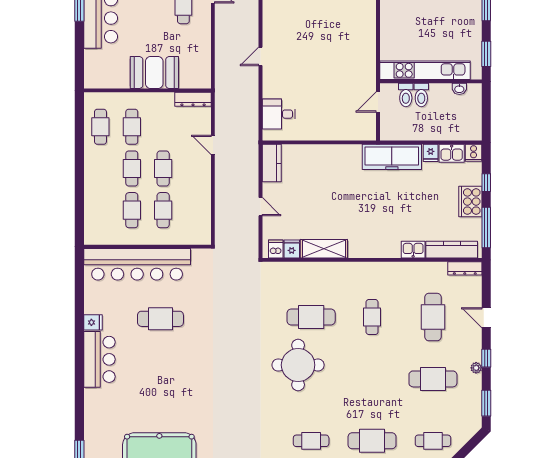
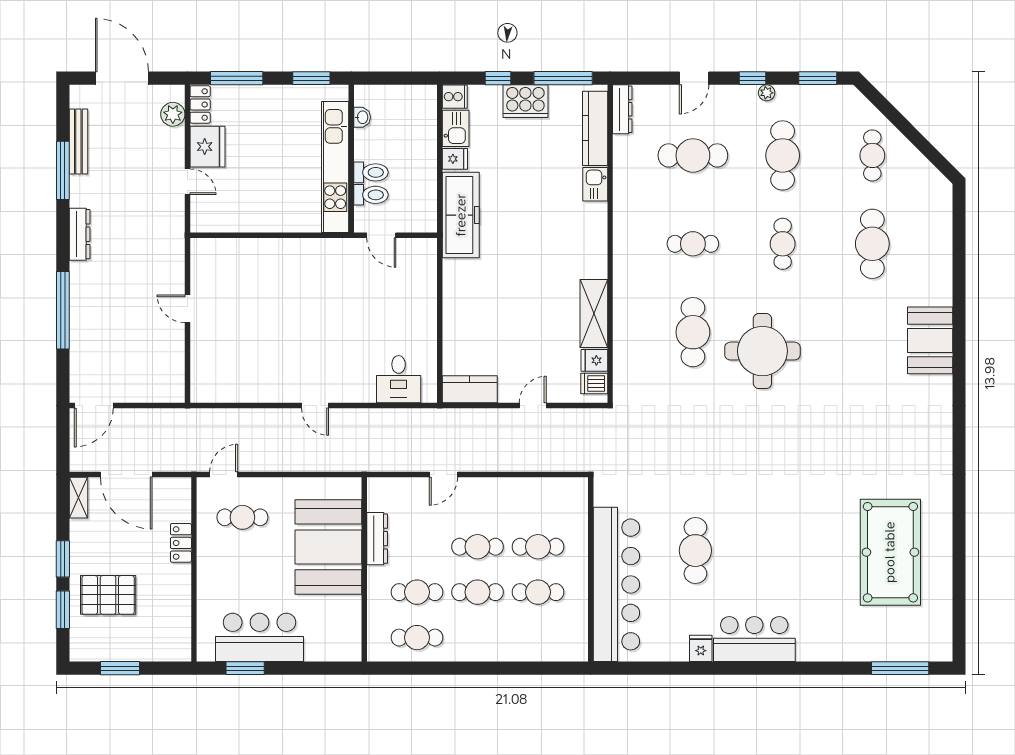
booth: (154, 72) -> (328, 547), width x1.36, depth x1.42
dresser: (193, 99) -> (377, 539), moved
cafe table: (311, 441) -> (783, 244), moved

